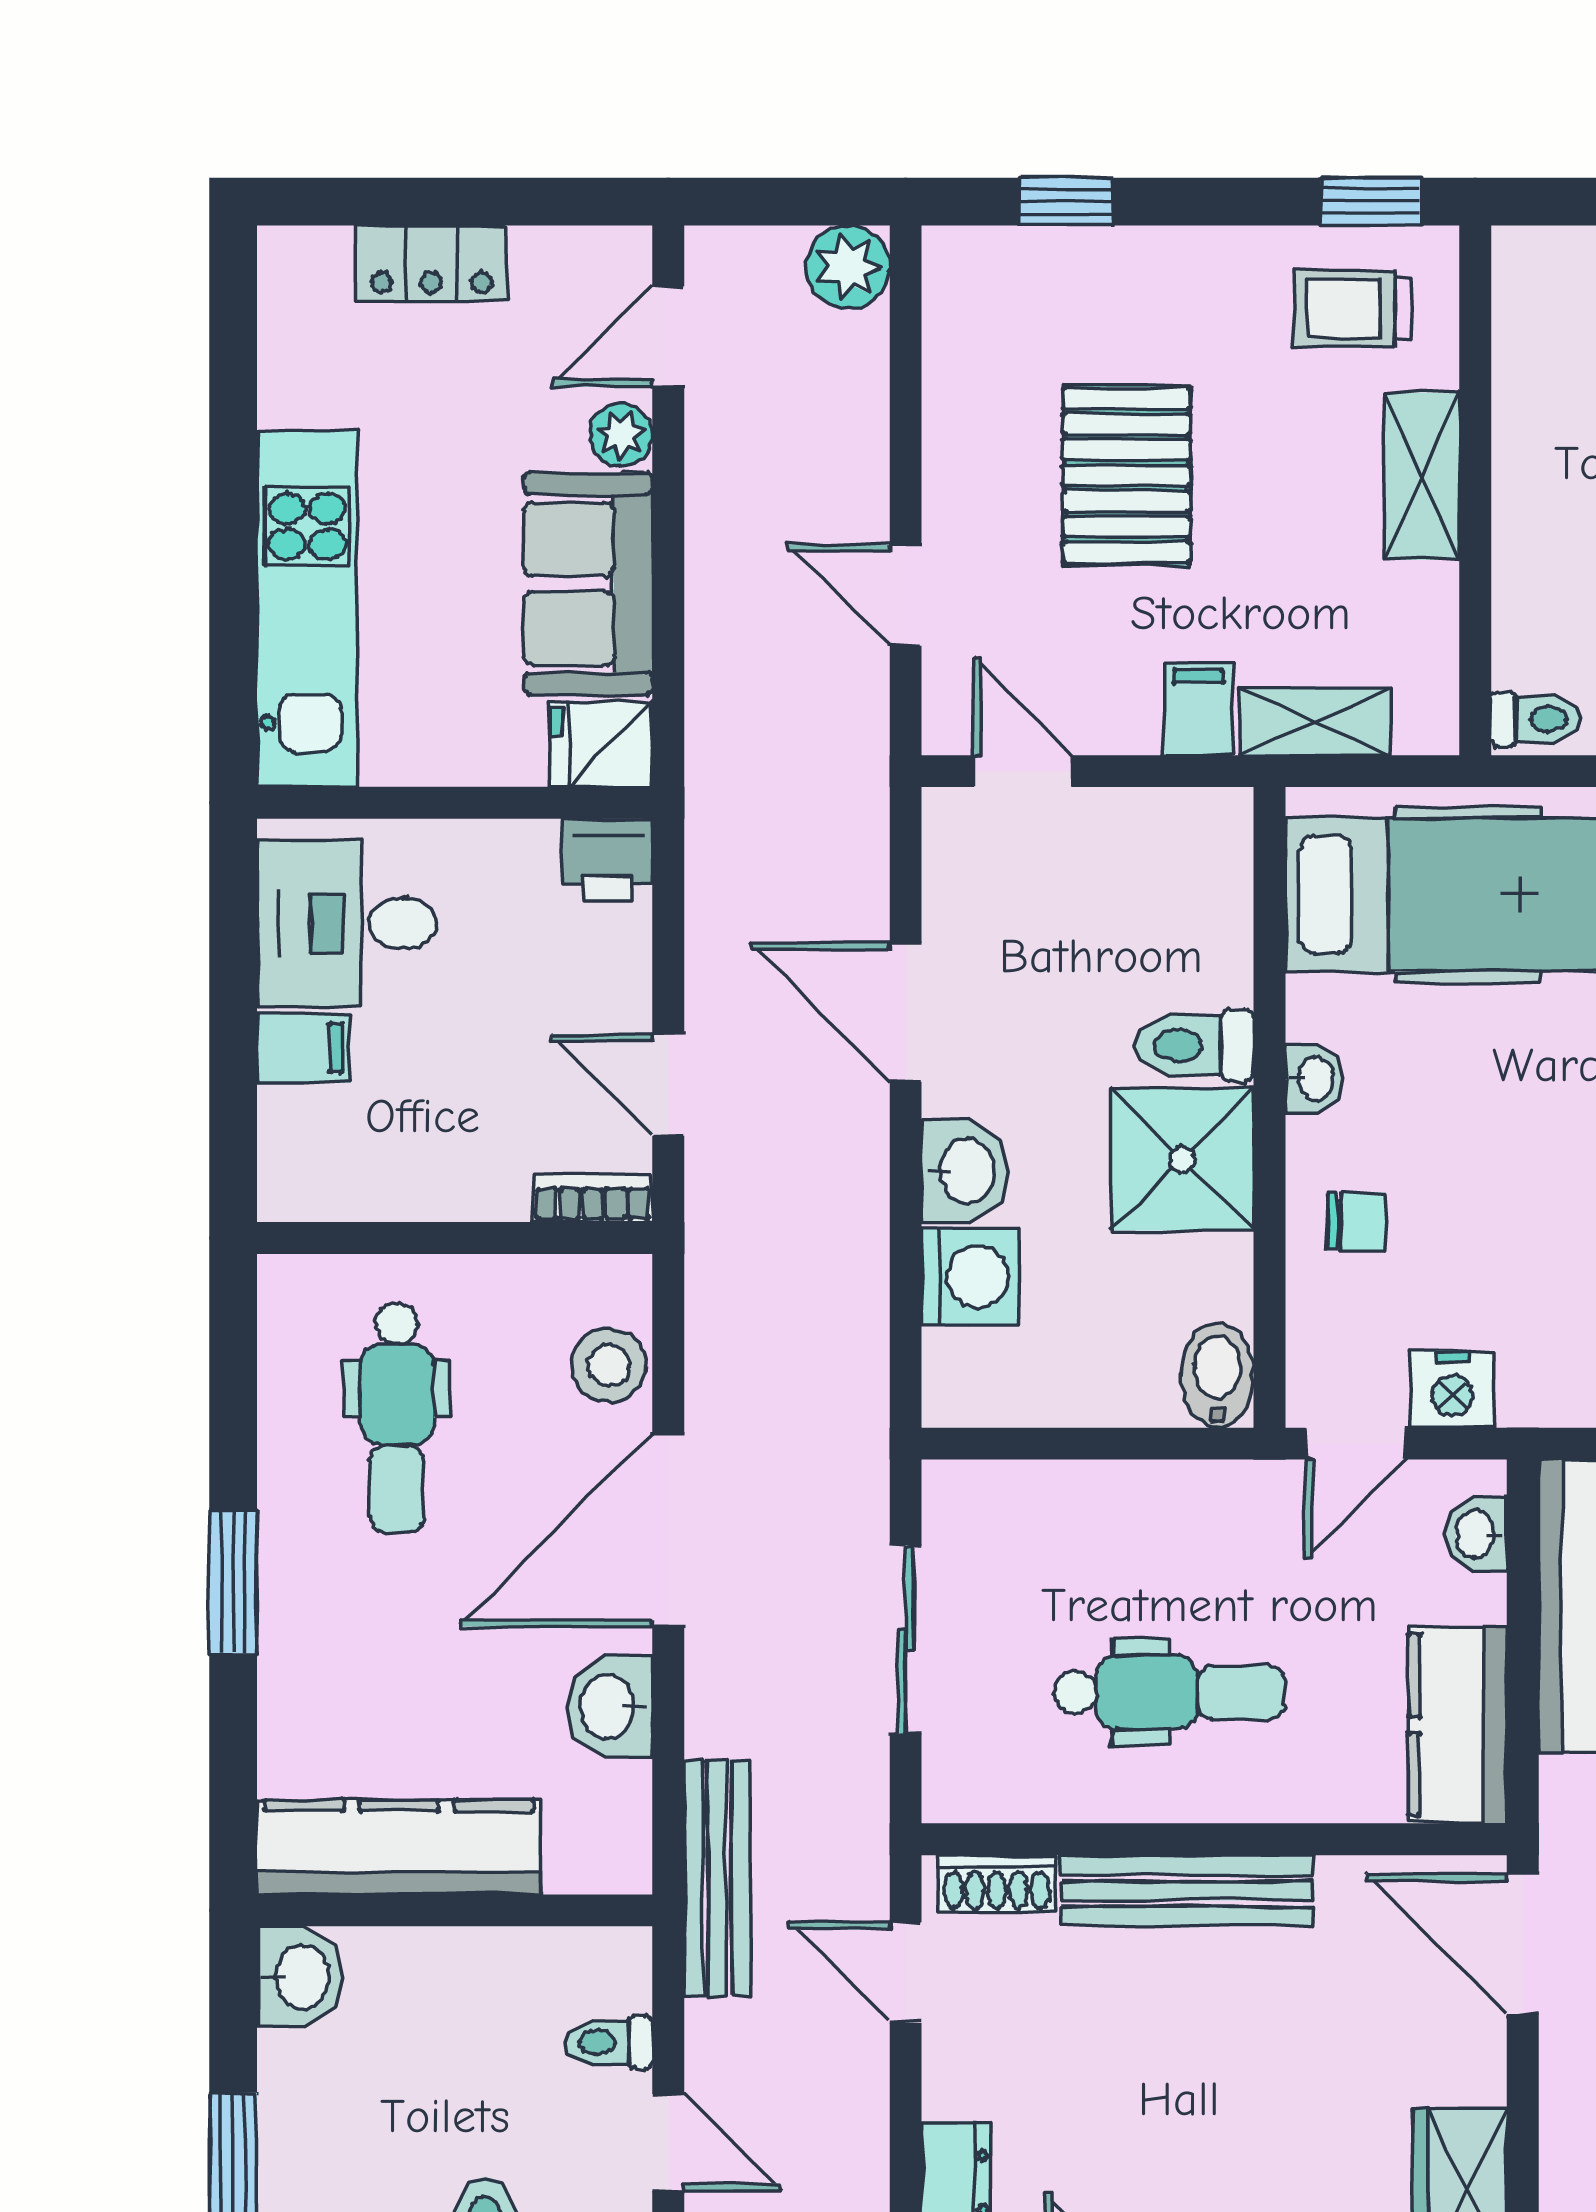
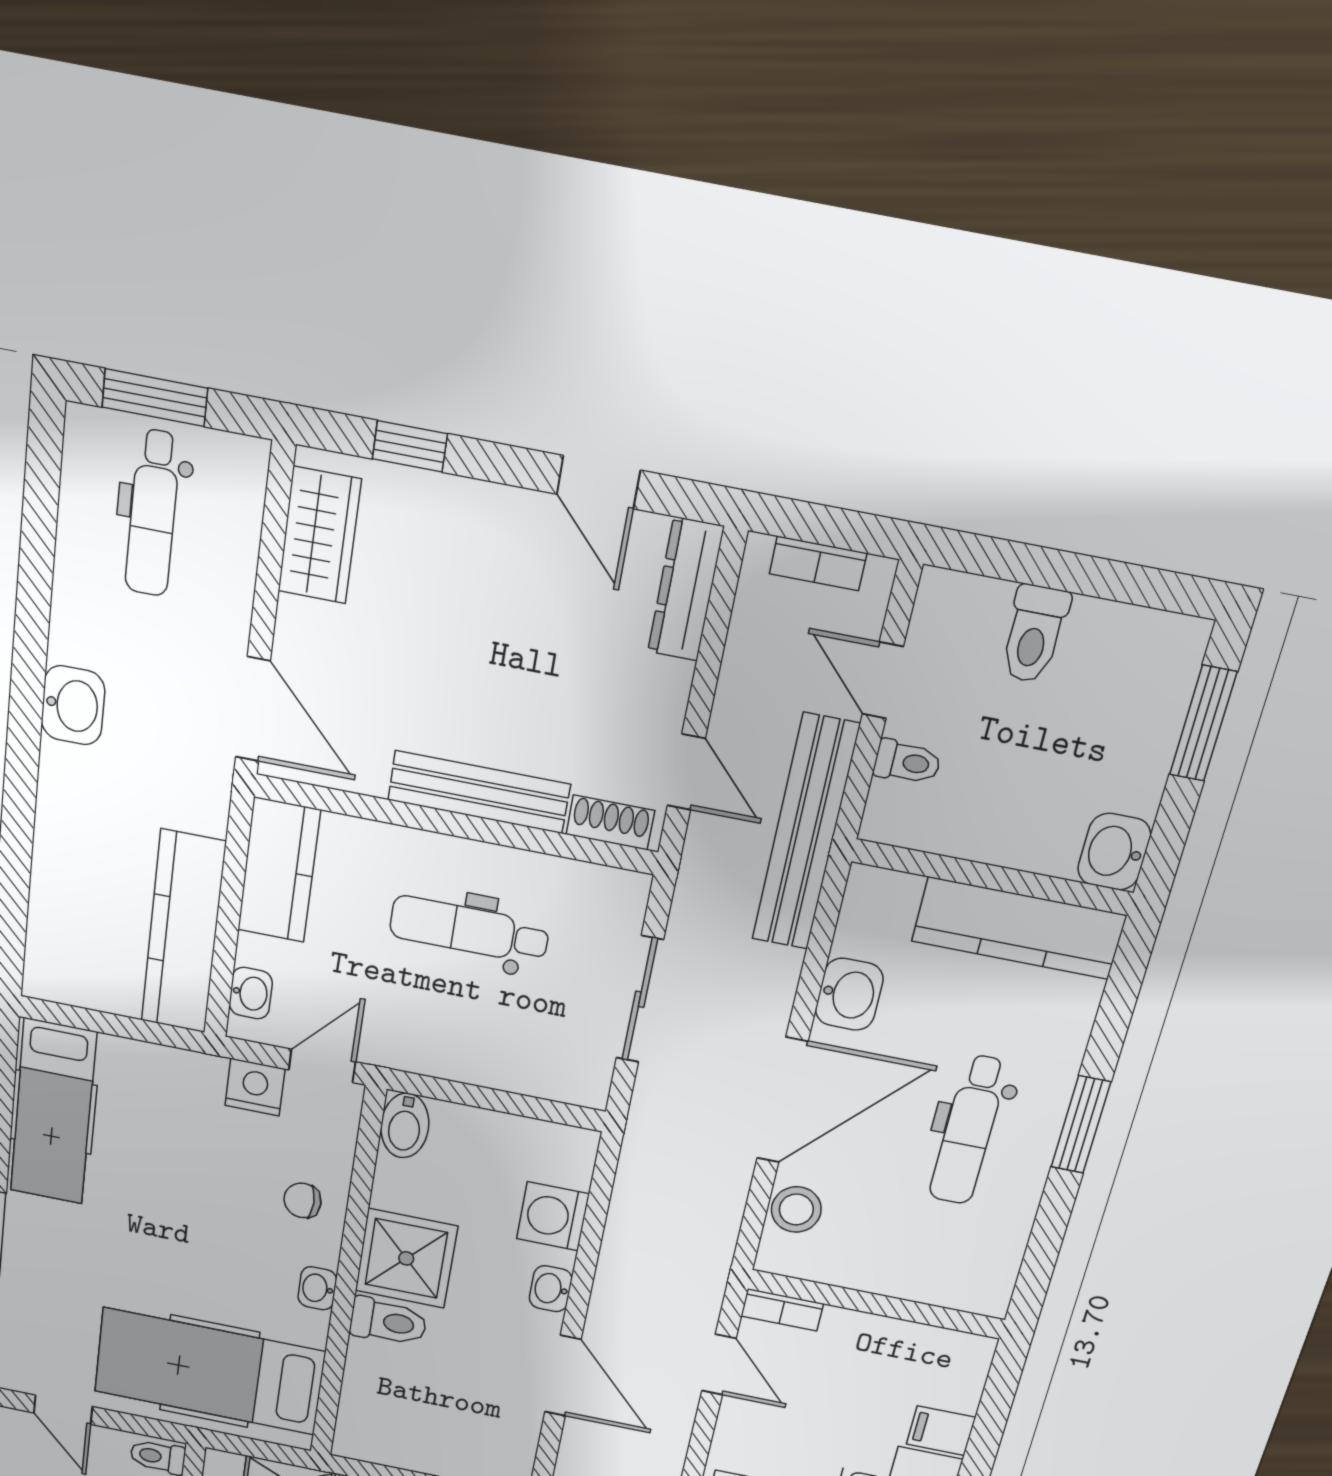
washbasin: (965, 1171) -> (551, 1289), width x0.72, depth x0.69
dental chair: (397, 1418) -> (968, 1130), moved, turned 180
bench: (717, 1878) -> (805, 833), width x1.37, depth x1.21

